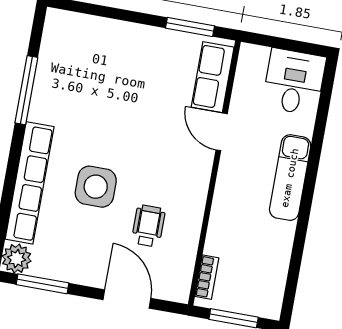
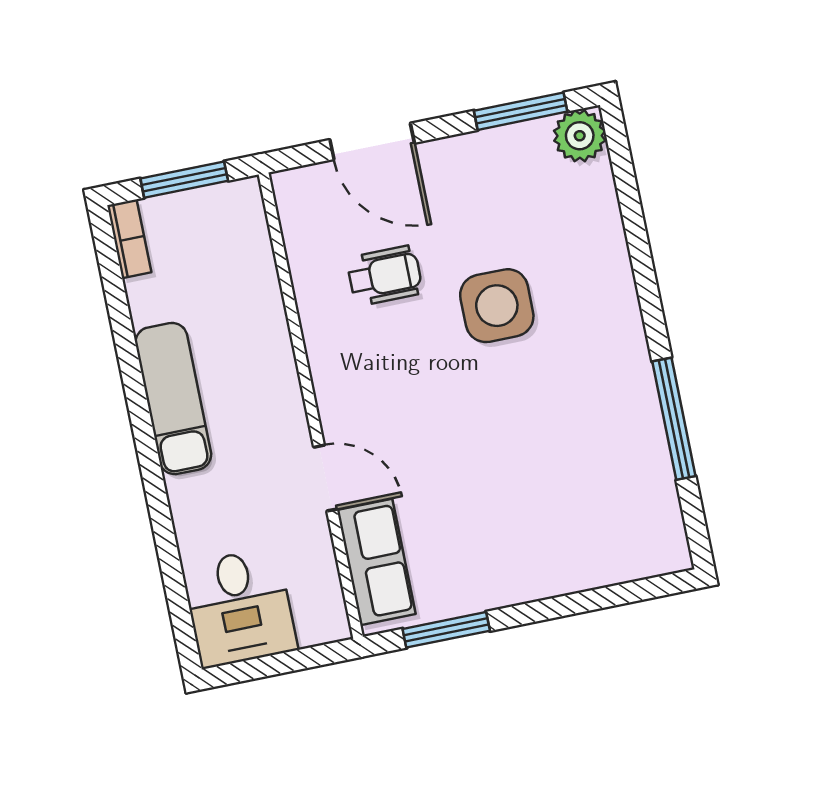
exam couch: (290, 178) -> (173, 399), moved
row of seats: (30, 183) -> (608, 268), removed
wheelchair: (148, 226) -> (385, 276), turned -90
bookcase: (207, 277) -> (129, 239), moved, turned 180

